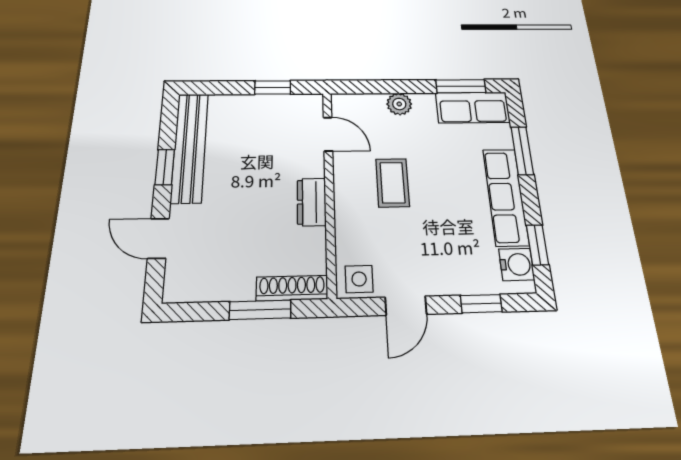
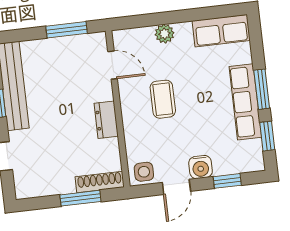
window: (461, 86) -> (212, 13), removed
window: (273, 87) -> (67, 30), width x1.50
window: (522, 151) -> (262, 89), moved
water cooler: (517, 264) -> (201, 167), moved, turned 90

